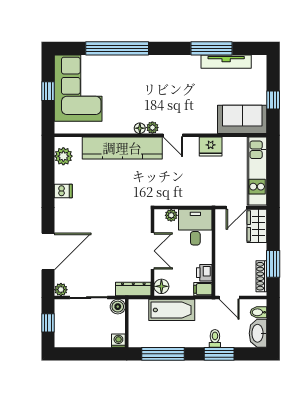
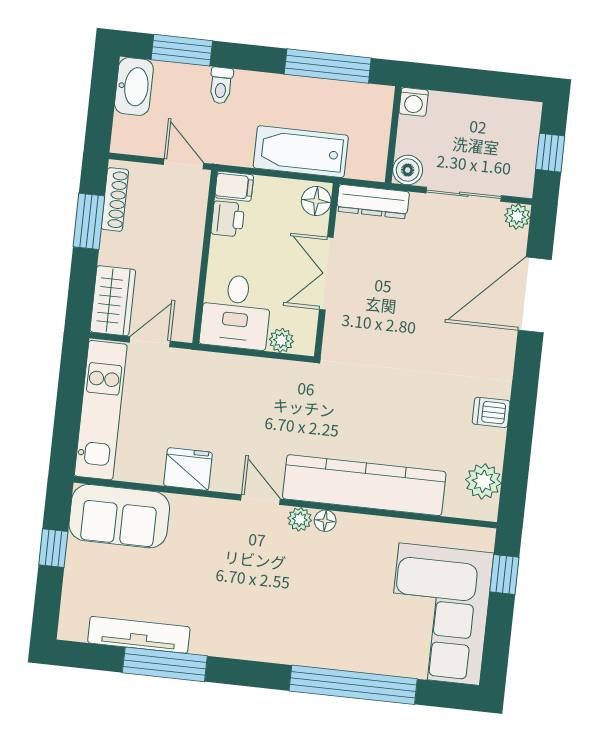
window: (48, 91) -> (504, 574), moved
bidet: (259, 312) -> (128, 128), removed
window: (219, 354) -> (182, 50), moved

